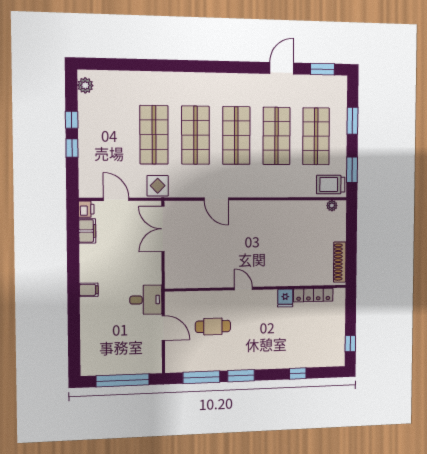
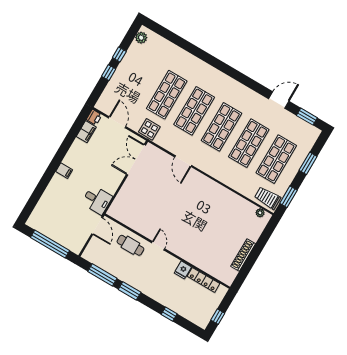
wall: (257, 288) -> (167, 251), moved
door: (243, 289) -> (158, 246), moved
locker: (313, 295) -> (204, 280), moved
fridge: (285, 298) -> (183, 270), moved

